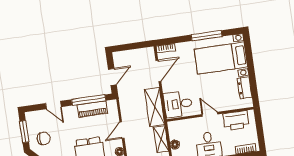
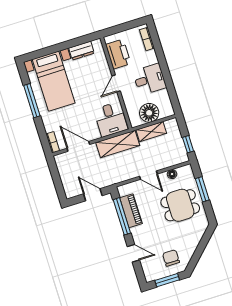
door: (53, 105) -> (133, 253), hinge flipped
floor lamp: (175, 145) -> (149, 113), width x1.89, depth x1.89

